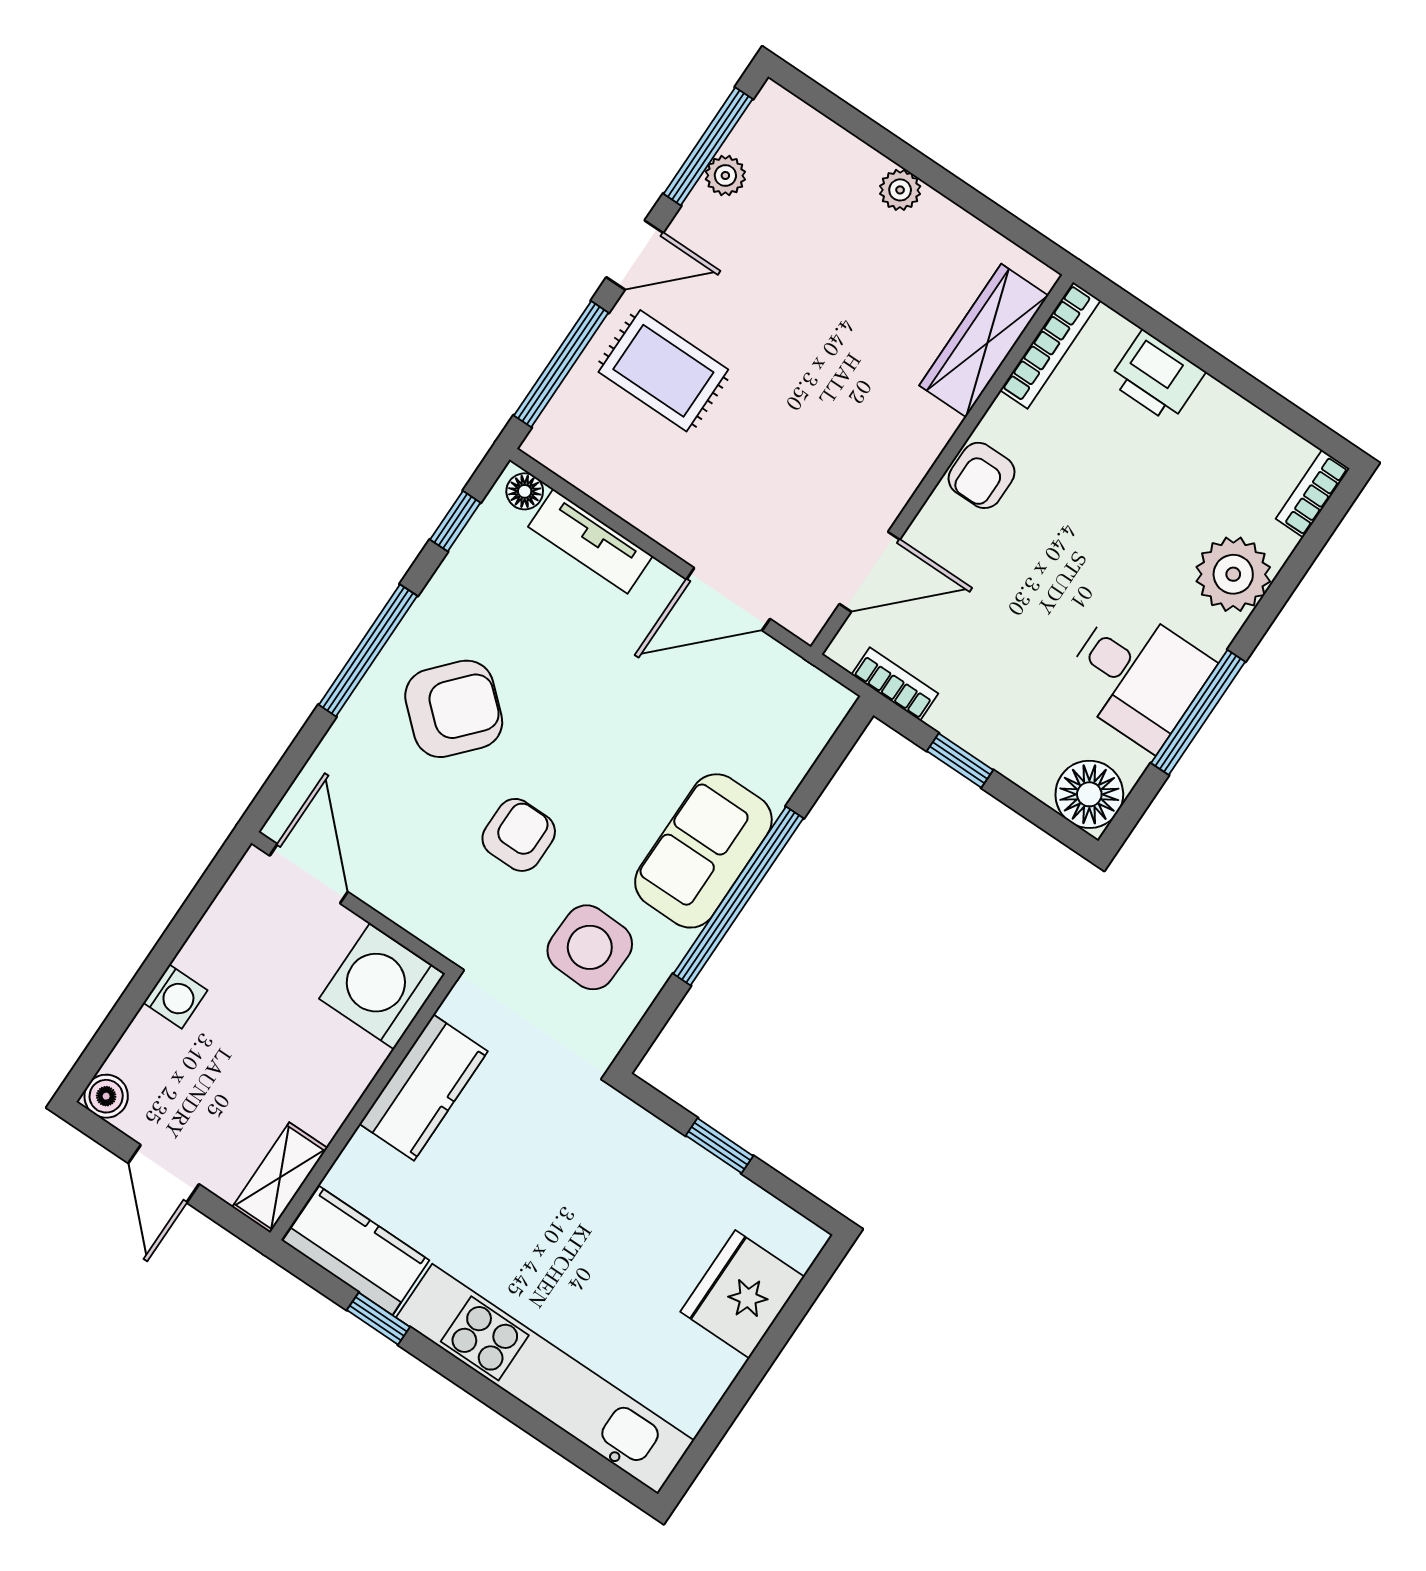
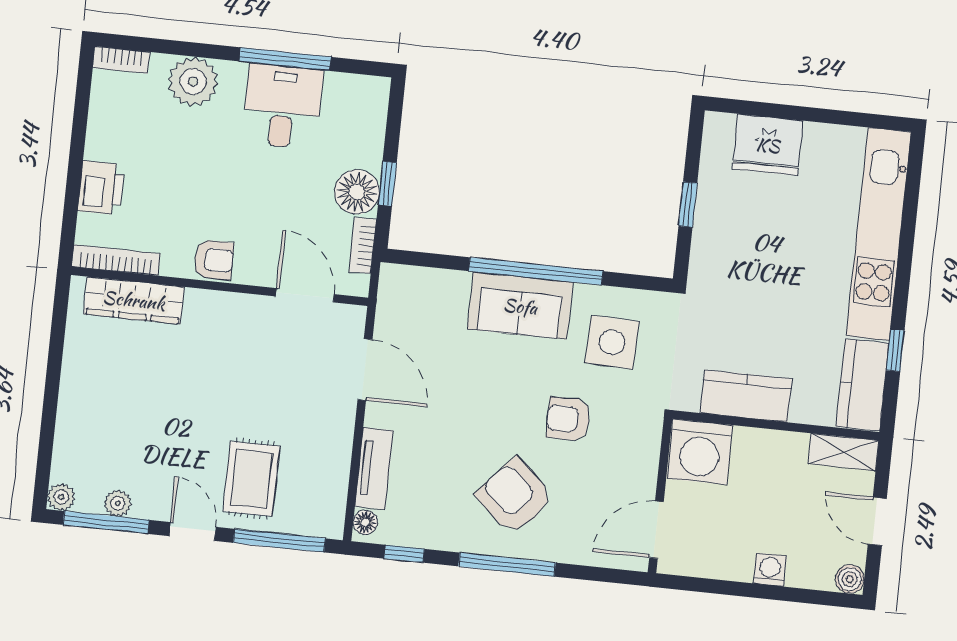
plant: (900, 190) -> (61, 497), moved
floor lamp: (1089, 794) -> (357, 192), moved
door: (164, 1174) -> (877, 521), swing flipped

